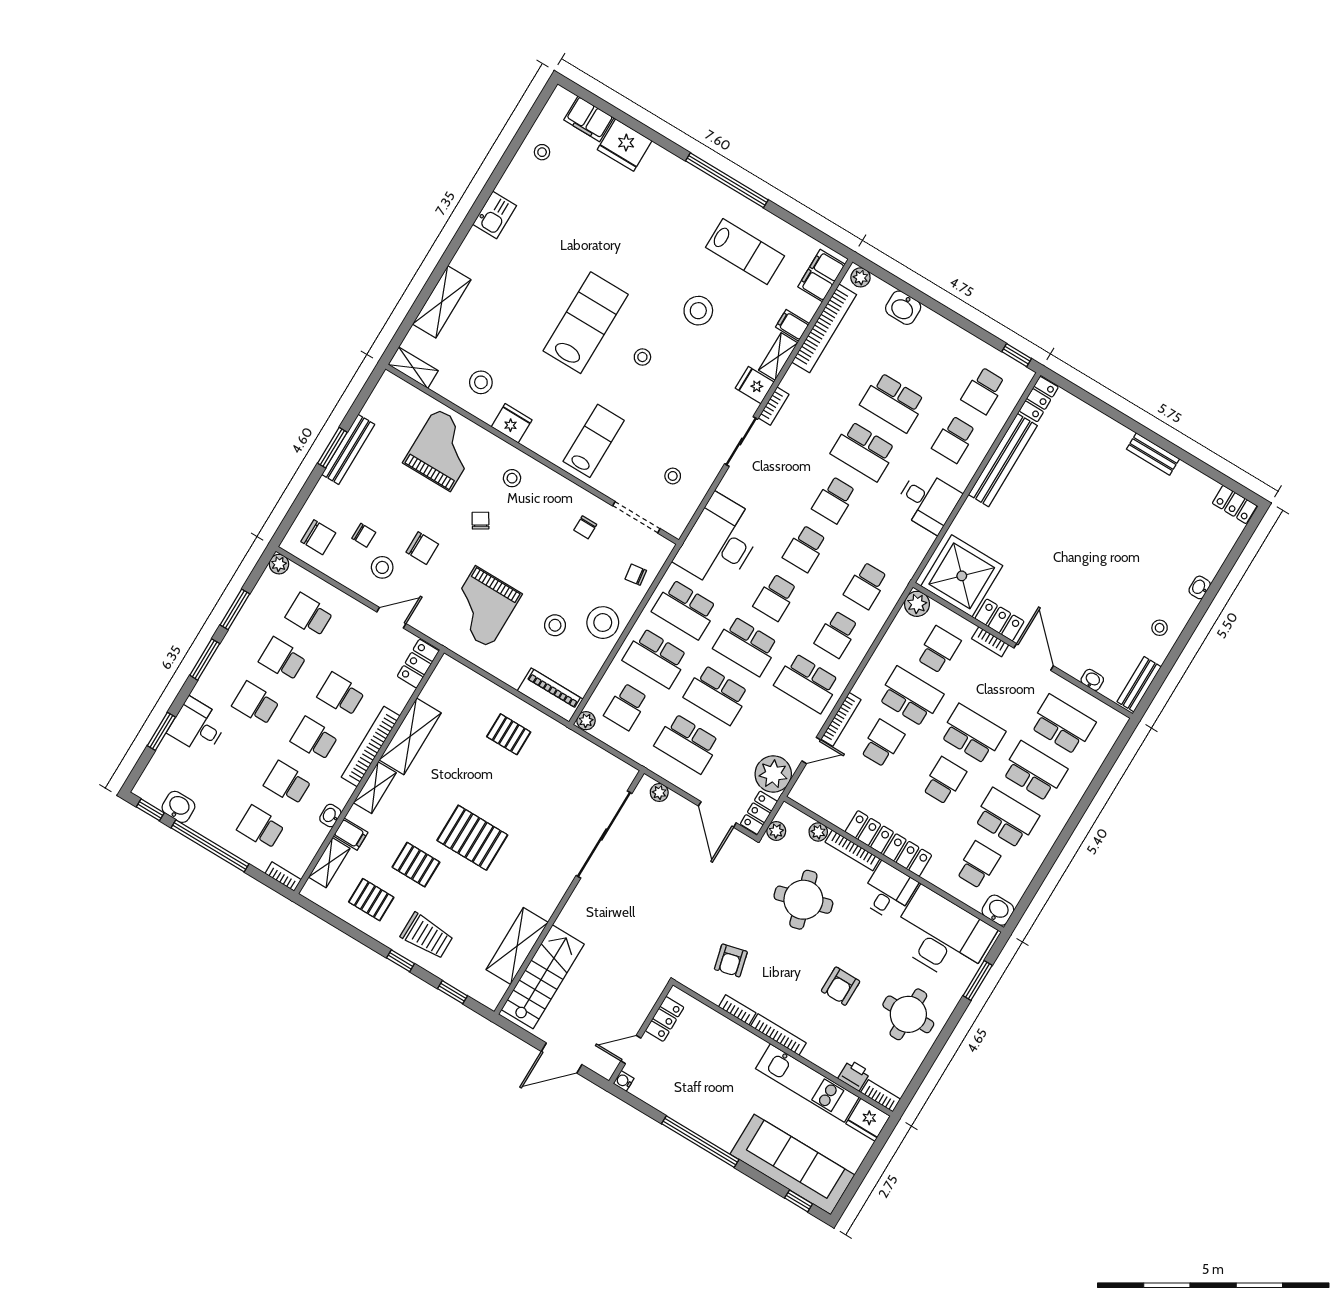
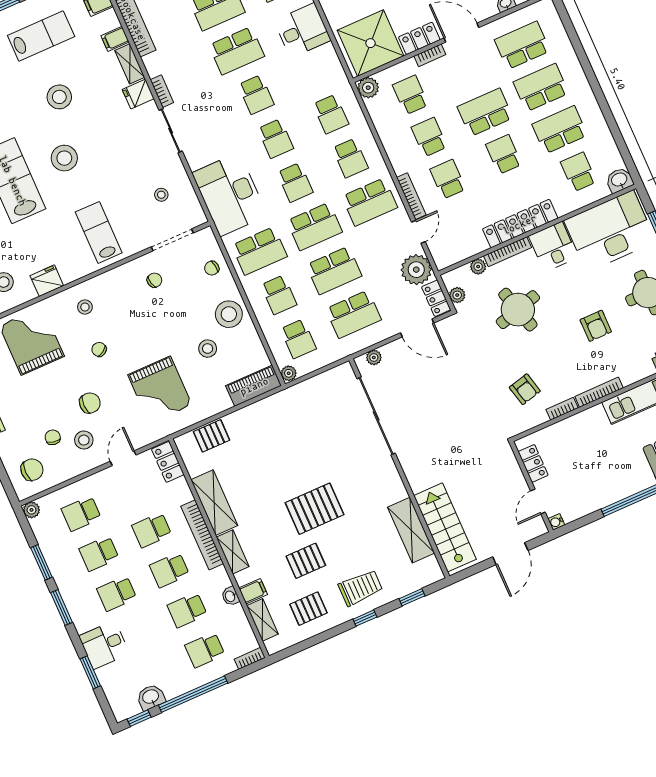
stool: (642, 357) -> (64, 158), width x1.89, depth x1.89
chair: (585, 527) -> (154, 280), turned -104
chair: (364, 535) -> (53, 437), turned -79
school desk: (655, 658) -> (279, 295), width x0.54
school desk: (910, 697) -> (429, 137), width x0.54
pallet: (509, 734) -> (212, 436), moved

